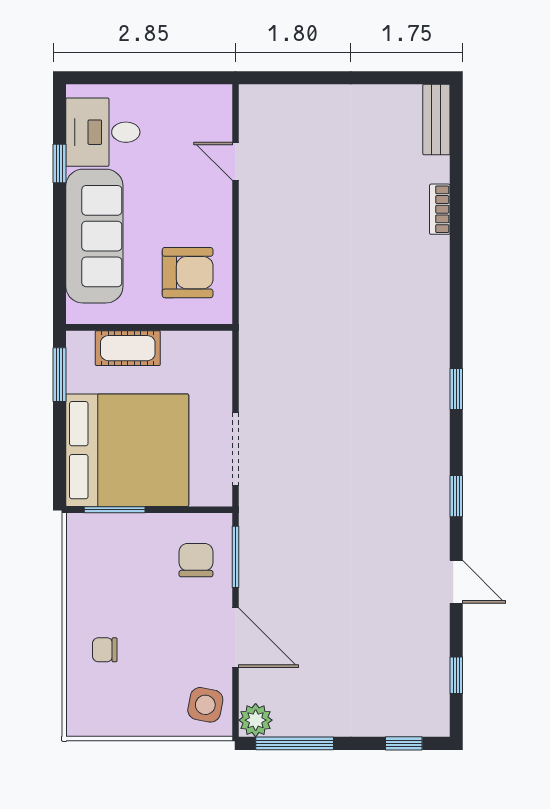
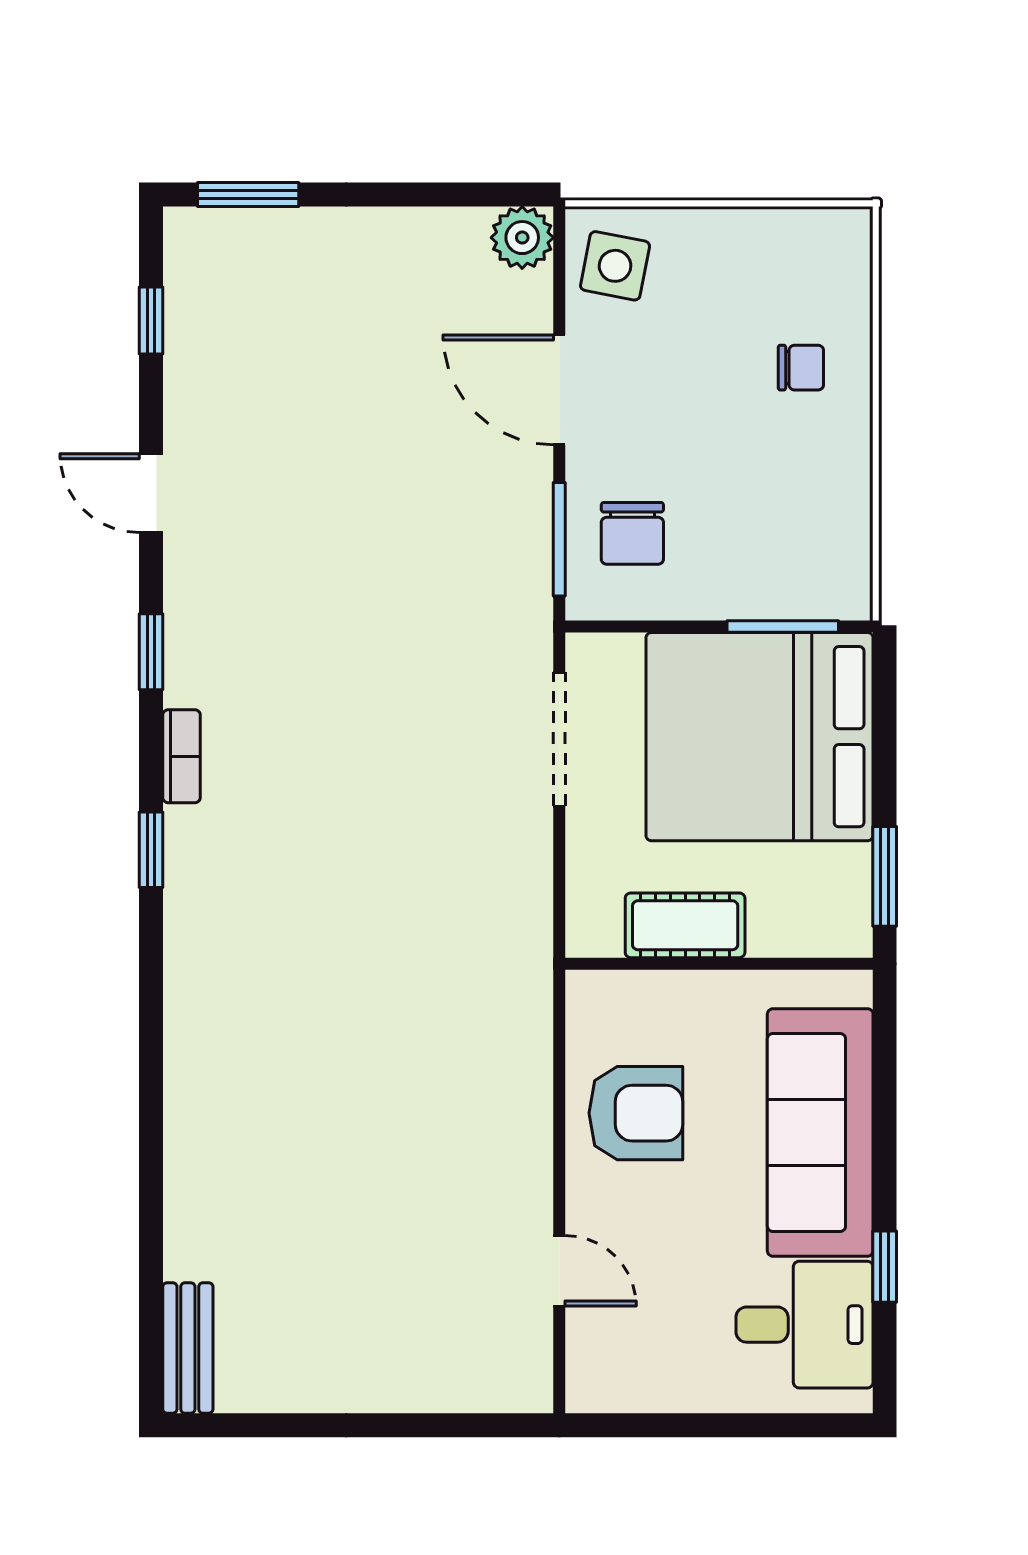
bookcase: (440, 209) -> (182, 756), moved
armchair: (188, 273) -> (636, 1113), moved, turned 180
cot: (128, 348) -> (685, 925), moved
window: (295, 743) -> (450, 195), removed
window: (404, 743) -> (248, 195), width x1.50

